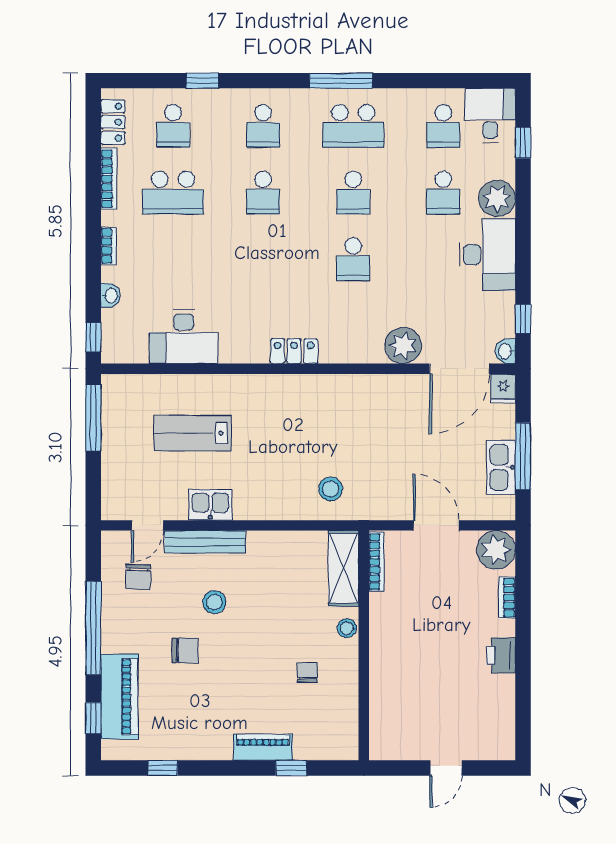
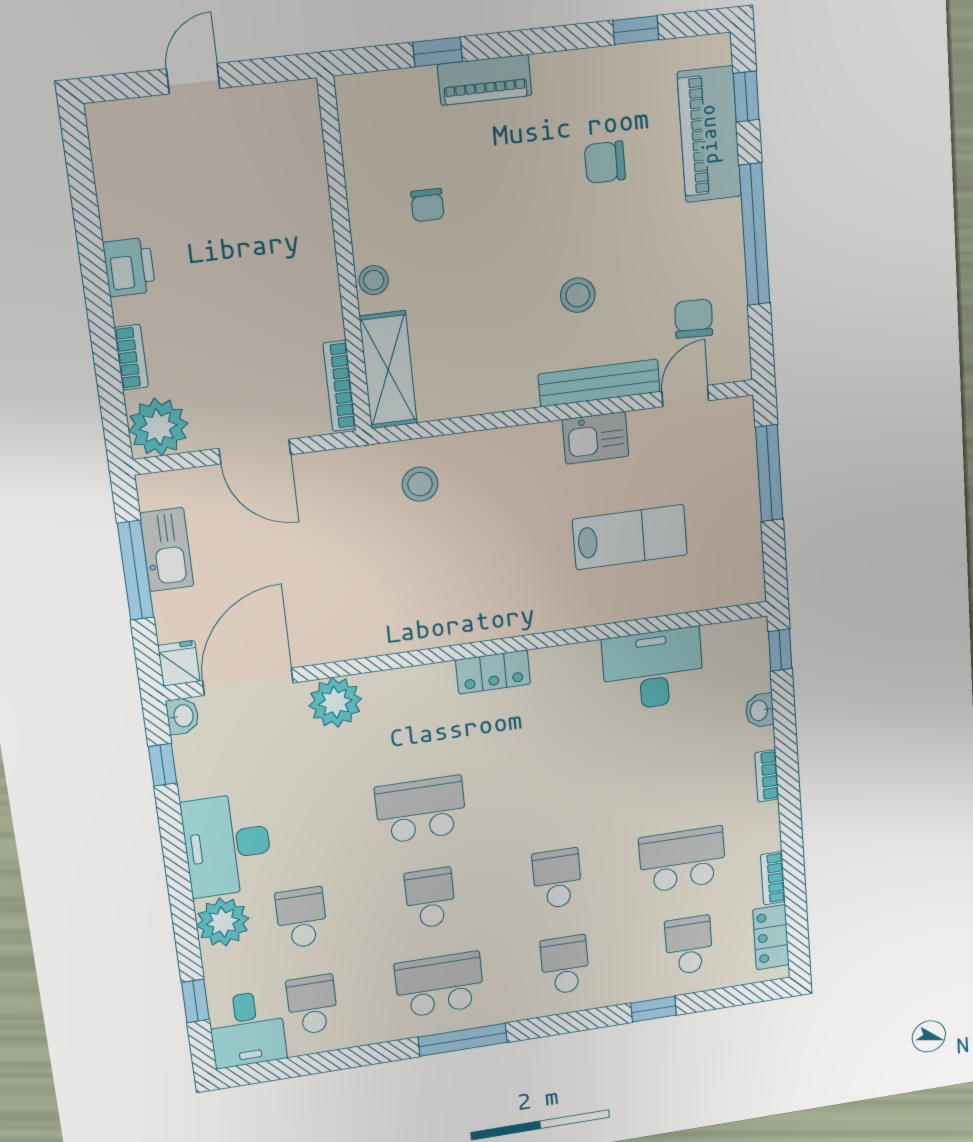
bookcase: (109, 179) -> (773, 878), width x0.64
school desk: (353, 259) -> (421, 810), width x1.85
window: (93, 418) -> (769, 473), moved
chair: (185, 651) -> (605, 162), moved

